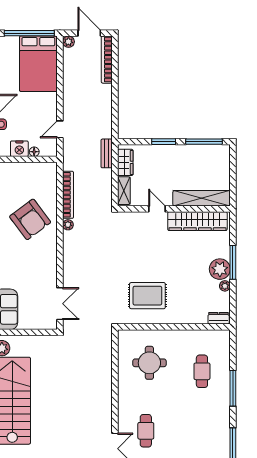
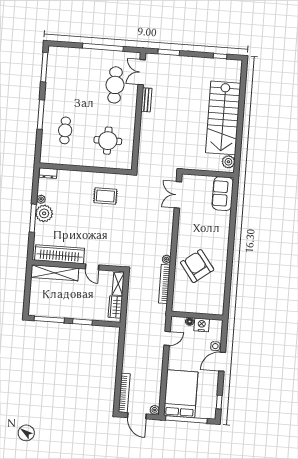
bench: (107, 153) -> (146, 100), moved
rug: (147, 296) -> (105, 196), width x0.73, depth x0.70
cafe table: (146, 431) -> (115, 85), width x1.37, depth x1.35

